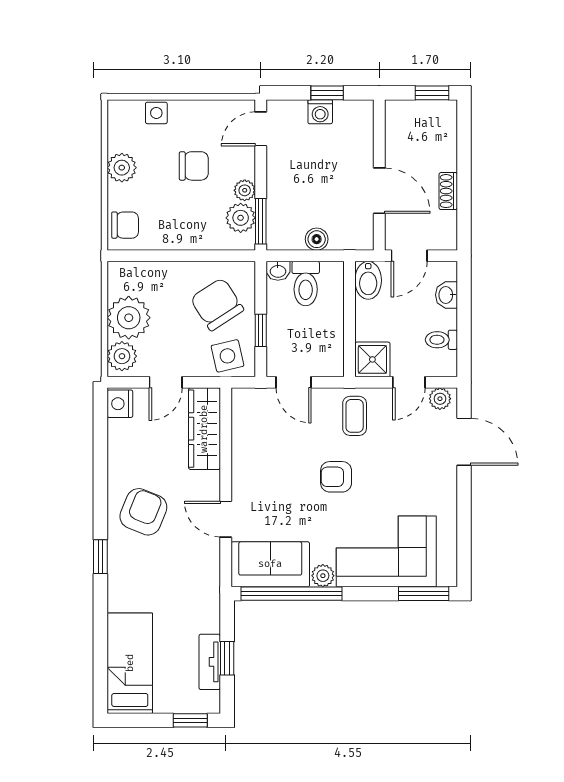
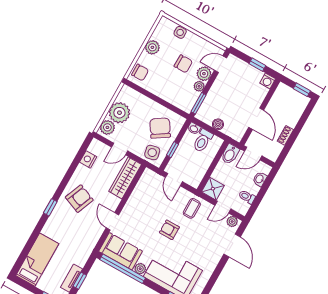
washing machine: (320, 112) -> (268, 81), moved
plant: (241, 218) -> (204, 74), moved
nightstand: (120, 404) -> (88, 159), moved

